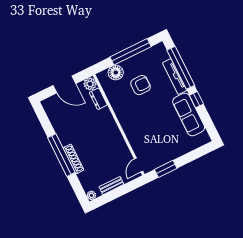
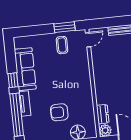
tv unit: (175, 77) -> (25, 104), width x0.71
coffee table: (162, 151) -> (62, 45), added

